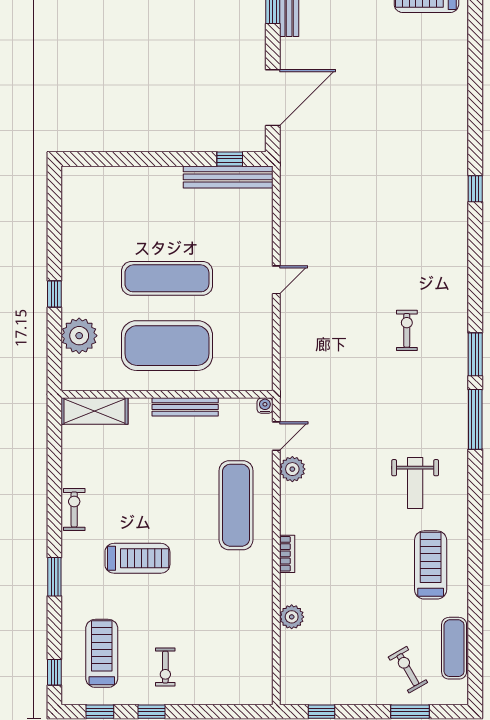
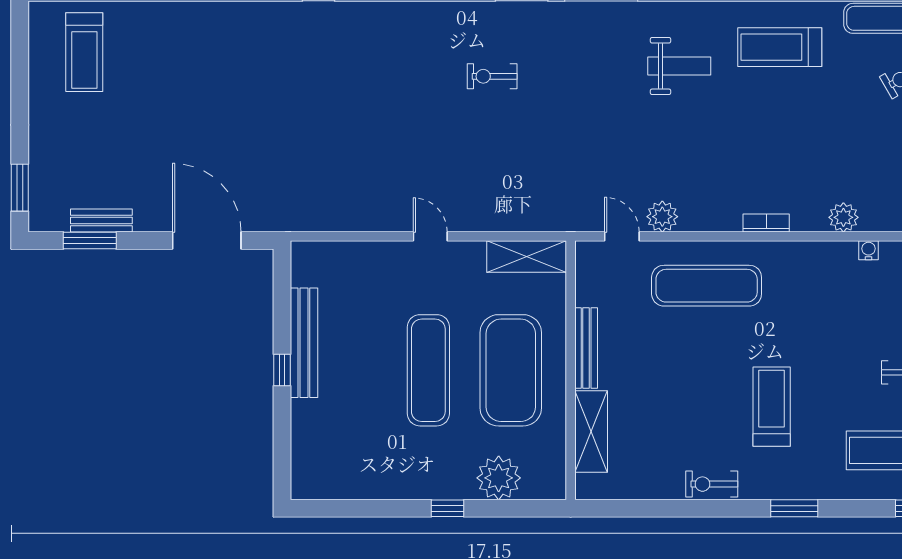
window: (230, 159) -> (282, 370), moved
bench: (228, 177) -> (304, 343), moved
shelving: (260, 358) -> (527, 257), added
water cooler: (265, 406) -> (868, 250), moved, turned 90
shelving: (95, 411) -> (591, 431), moved

